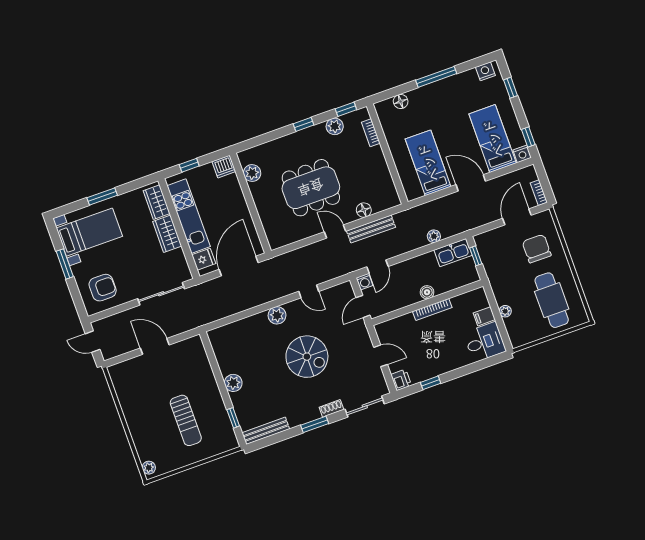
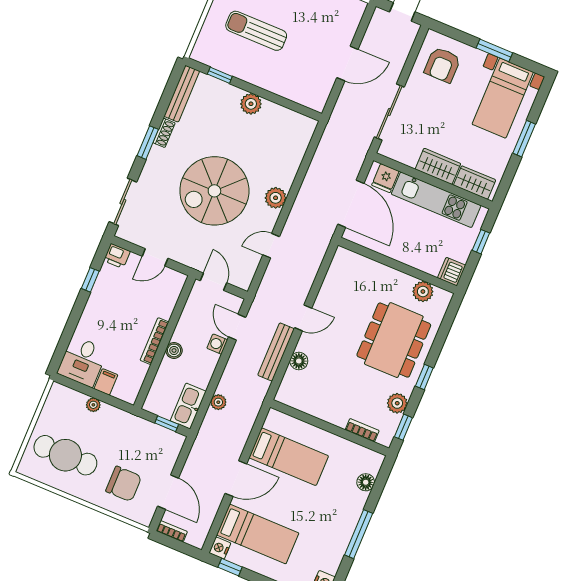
dining table: (311, 188) -> (394, 340), moved
washing machine: (365, 282) -> (217, 344), moved
spiral stairs: (307, 357) -> (214, 191), width x1.37, depth x1.37
shoe rack: (331, 408) -> (164, 133), moved

